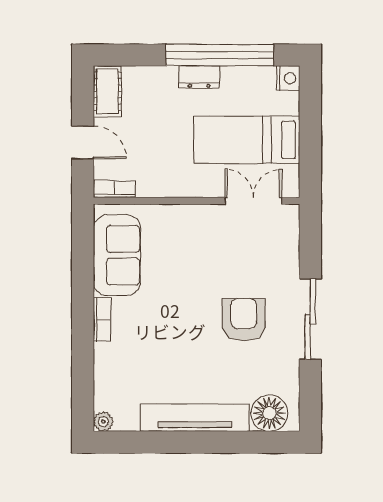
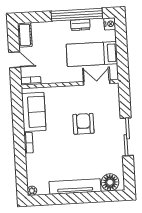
dresser: (199, 77) -> (80, 25), moved
armchair: (244, 320) -> (83, 124), moved

